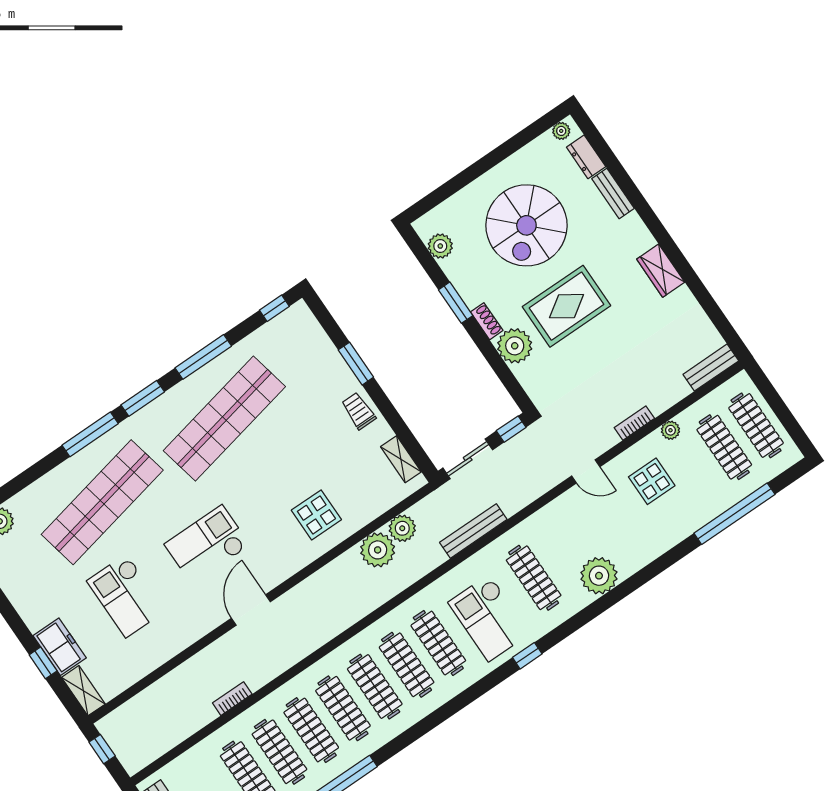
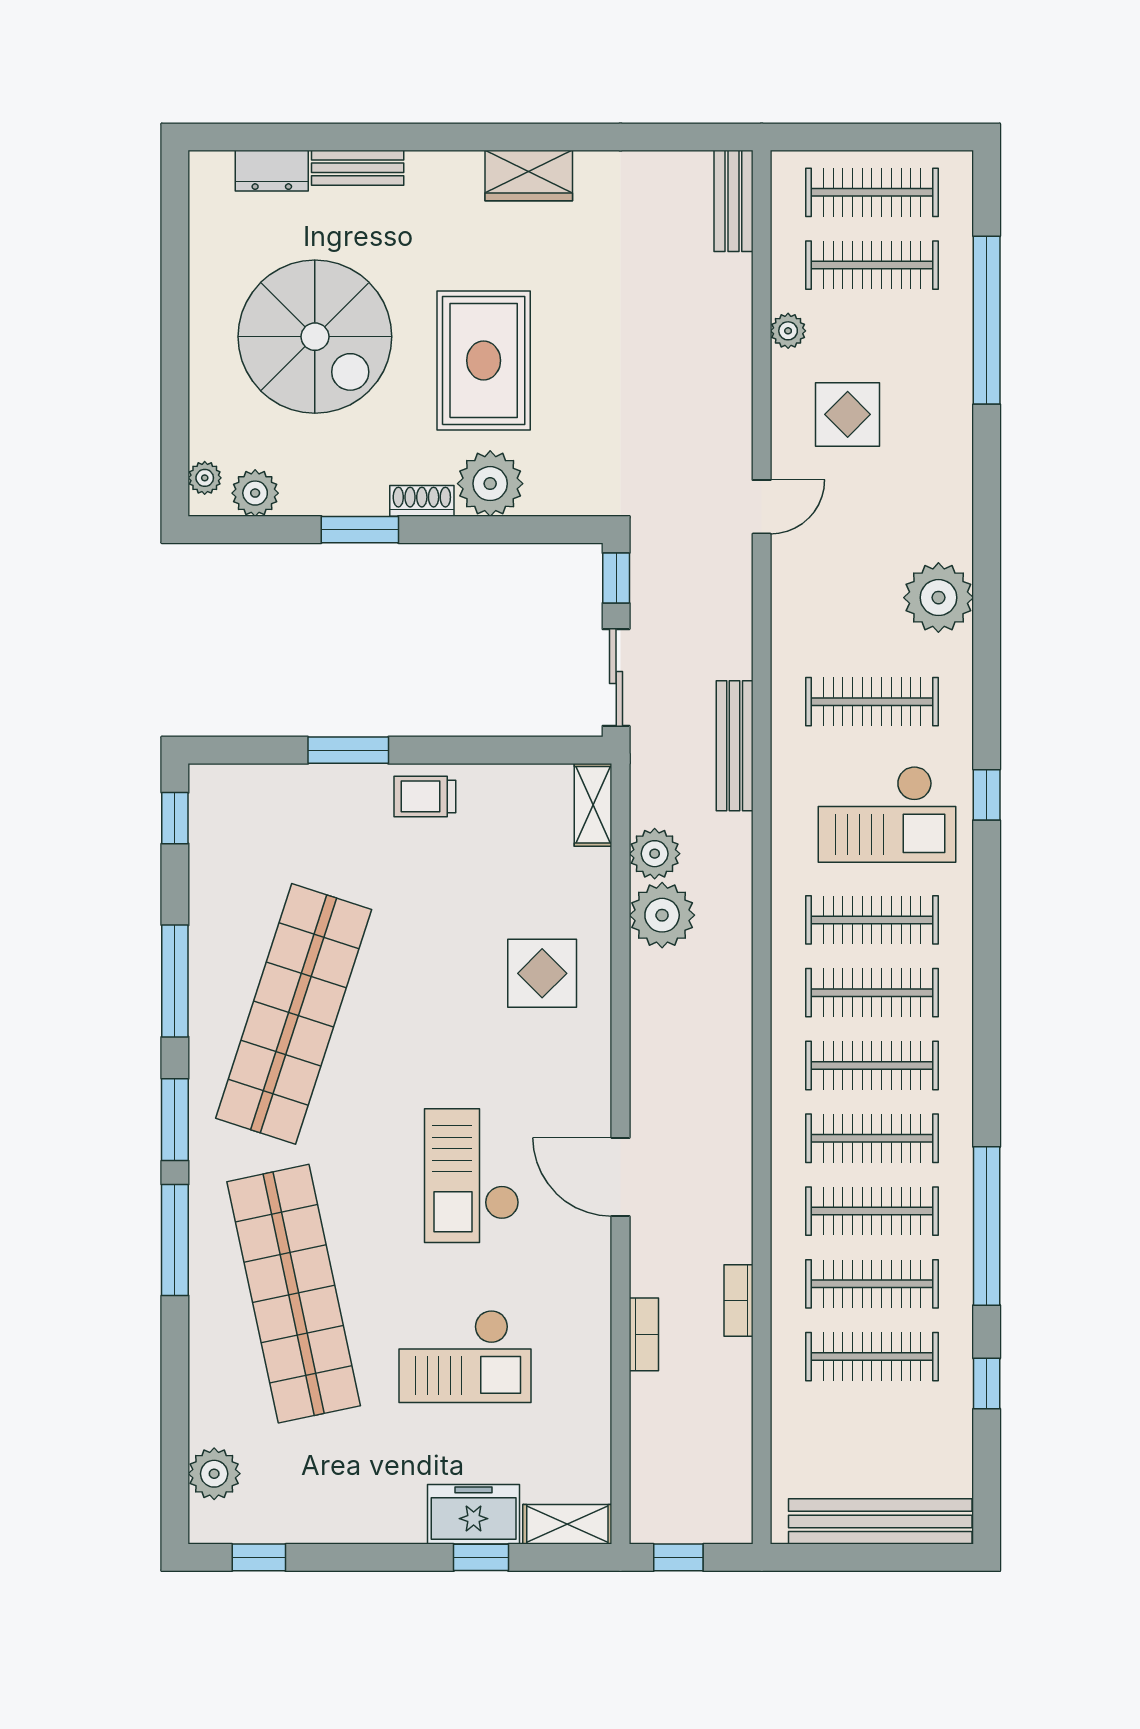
plant: (561, 131) -> (205, 478), moved
shop shelf: (224, 419) -> (294, 1014), turned 30
bookcase: (634, 423) -> (644, 1334), moved, turned 180
shelving: (401, 459) -> (593, 805), moved, turned 90

